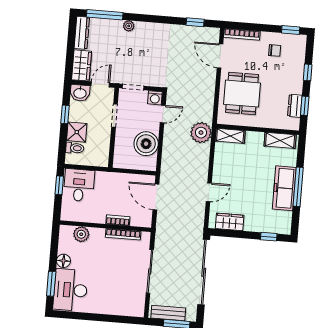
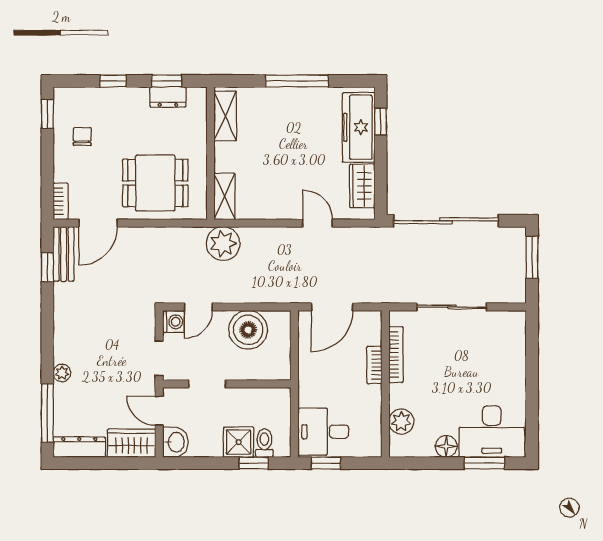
bookcase: (242, 34) -> (61, 201), width x0.64
window: (65, 114) -> (254, 463), moved
door: (163, 114) -> (198, 307), swing flipped
freezer: (284, 188) -> (359, 127), moved, turned 90
bench: (168, 313) -> (64, 254), moved

